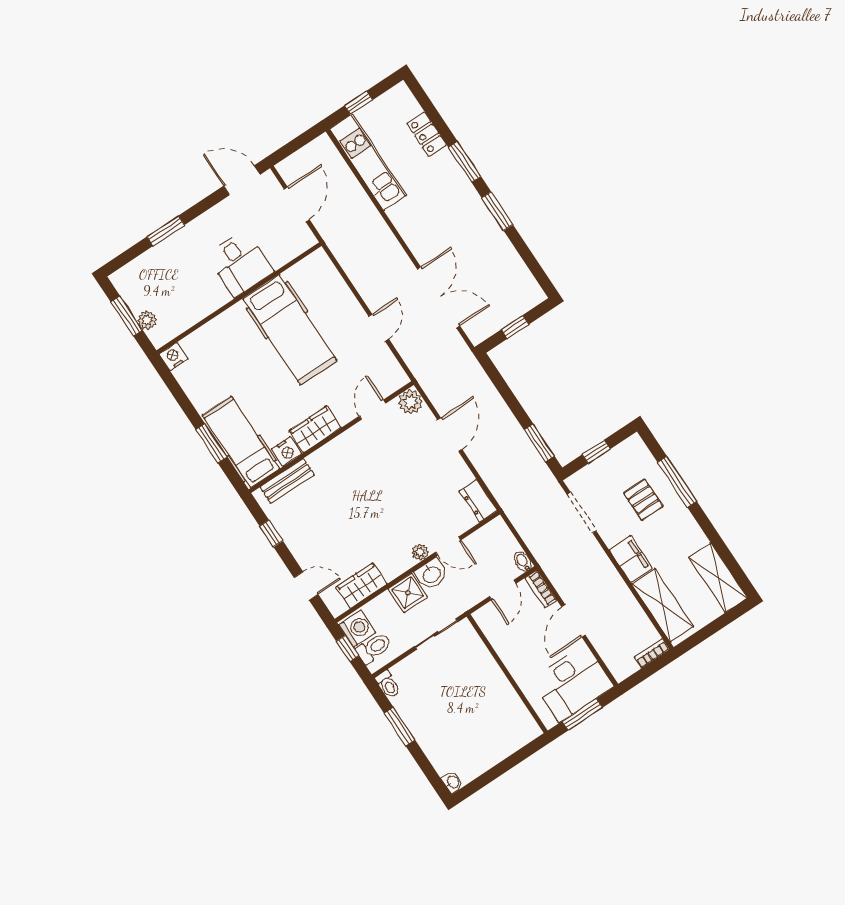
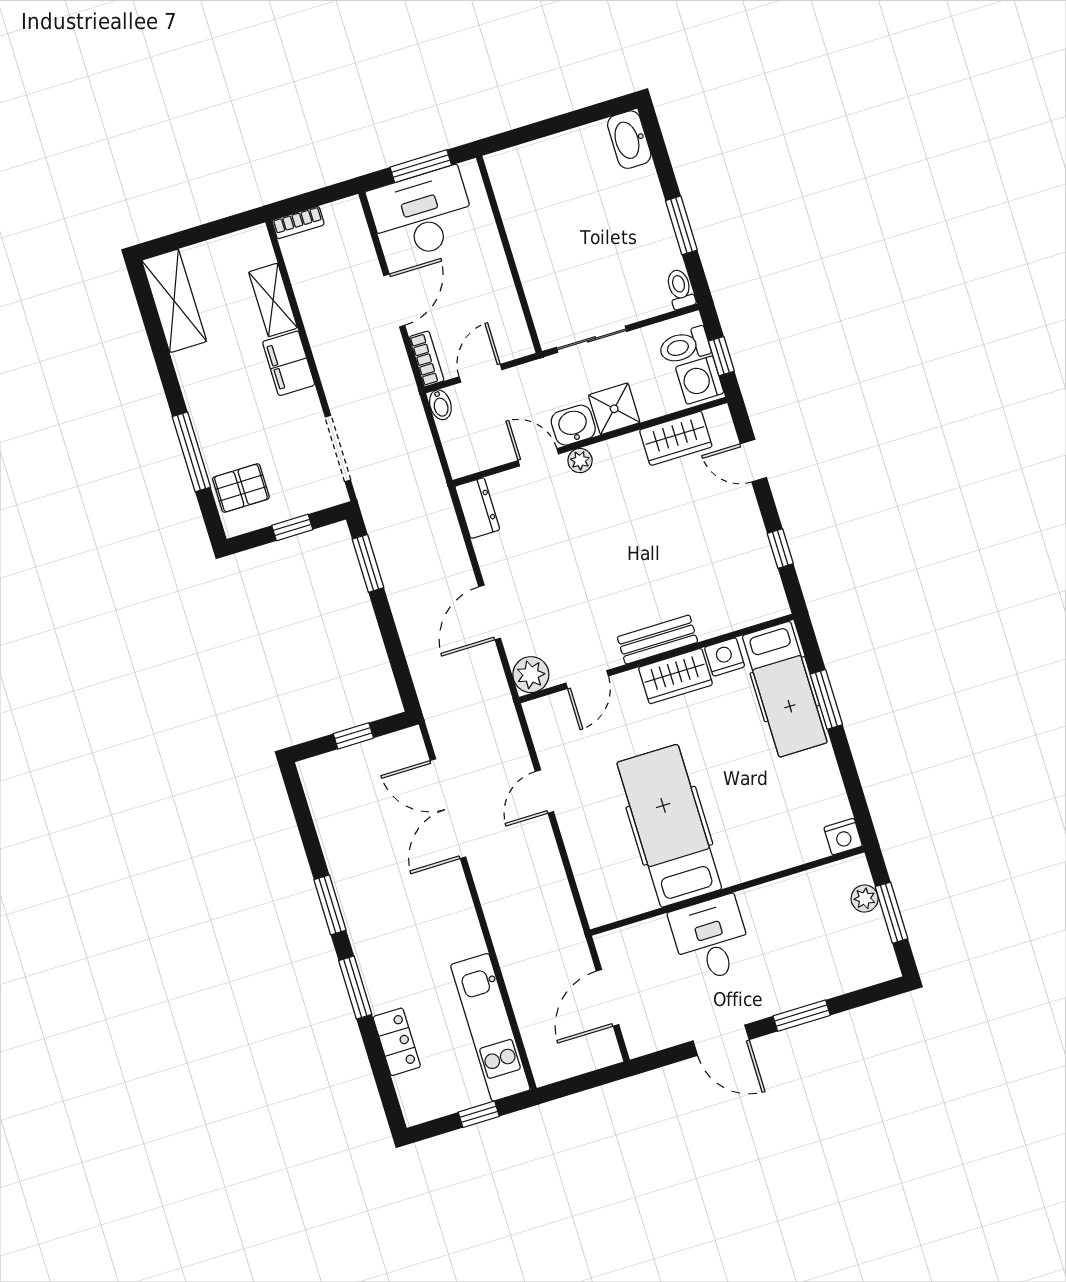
door: (242, 180) -> (721, 1040), moved
bench: (287, 481) -> (657, 640), moved
pallet: (643, 500) -> (241, 488), moved, turned 90
shelving: (663, 605) -> (273, 300), width x0.67, depth x0.75
washbasin: (453, 782) -> (629, 140), width x1.91, depth x1.45

